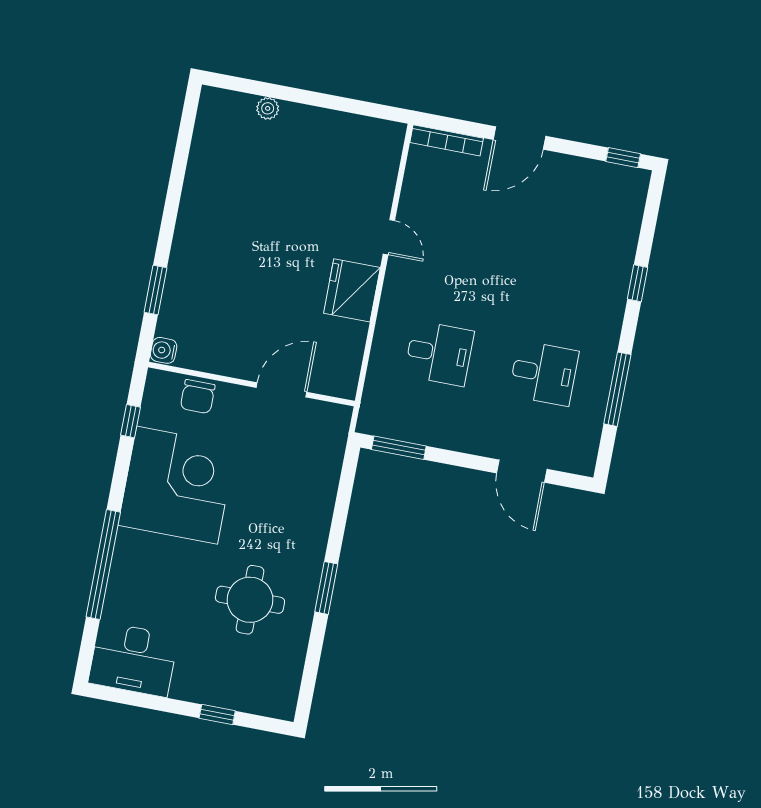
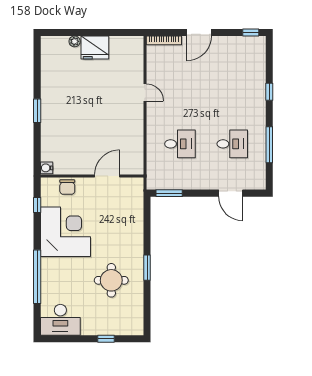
window: (156, 290) -> (37, 111), moved
fridge: (352, 290) -> (95, 47), moved, turned -90

